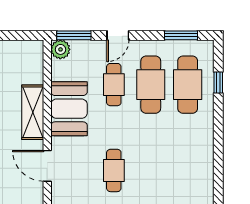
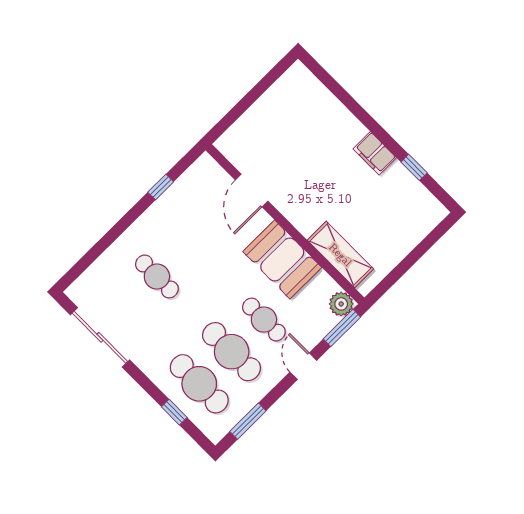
shelving: (33, 112) -> (340, 255), moved
door: (47, 166) -> (252, 191), swing flipped
sliding door: (218, 168) -> (100, 337), added
cafe table: (114, 170) -> (157, 276), moved

